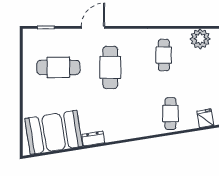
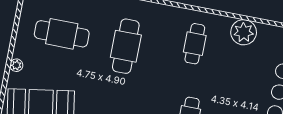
plant: (28, 99) -> (16, 65), added

